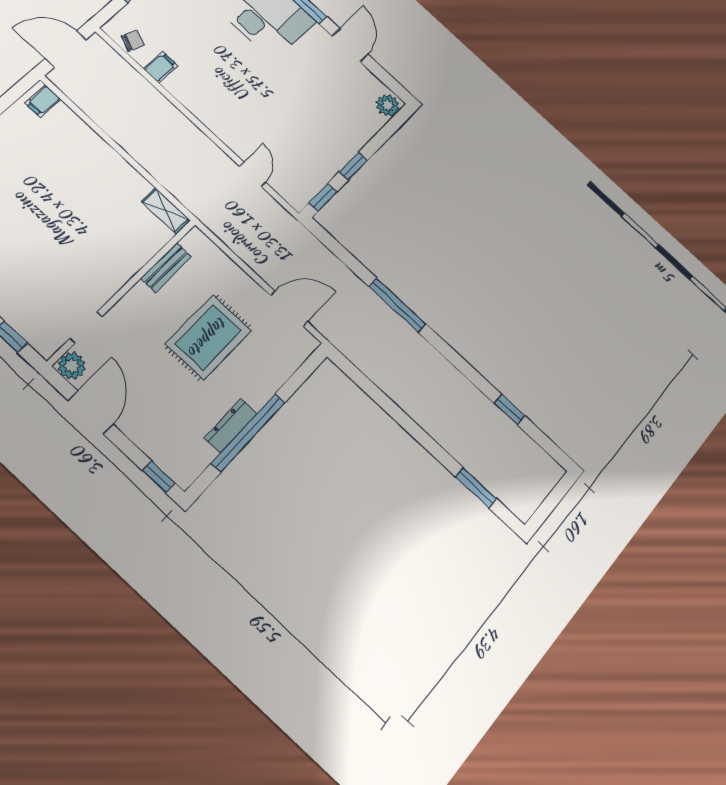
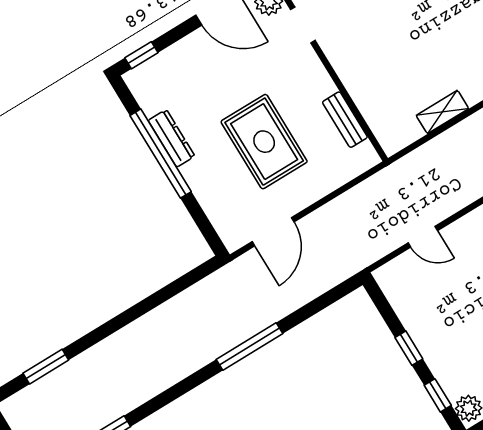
window: (323, 197) -> (438, 395), moved
shelving: (166, 211) -> (442, 112), moved

